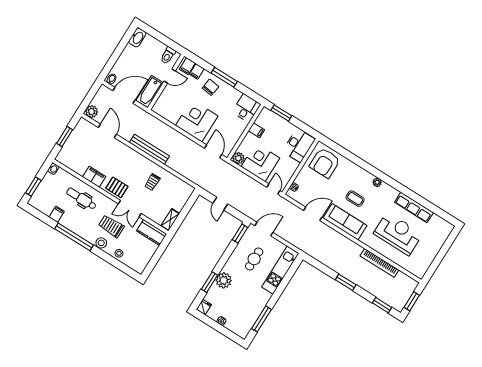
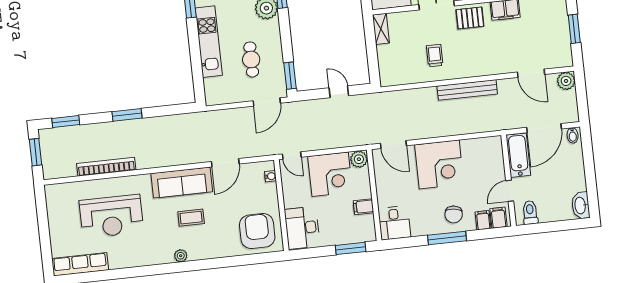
row of seats: (414, 207) -> (80, 264), moved
kitchen unit: (280, 270) -> (209, 42), moved

